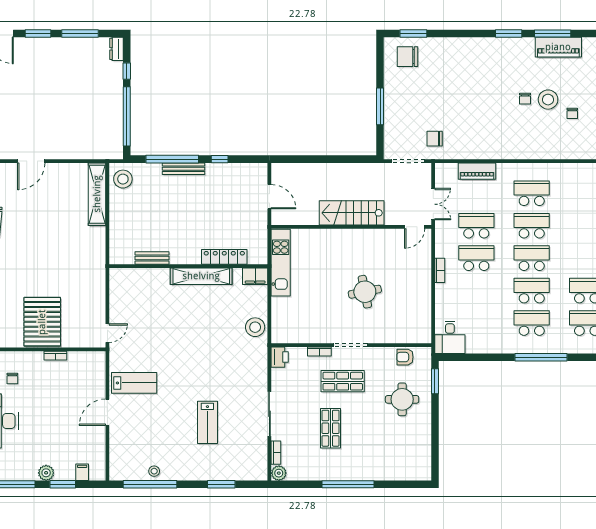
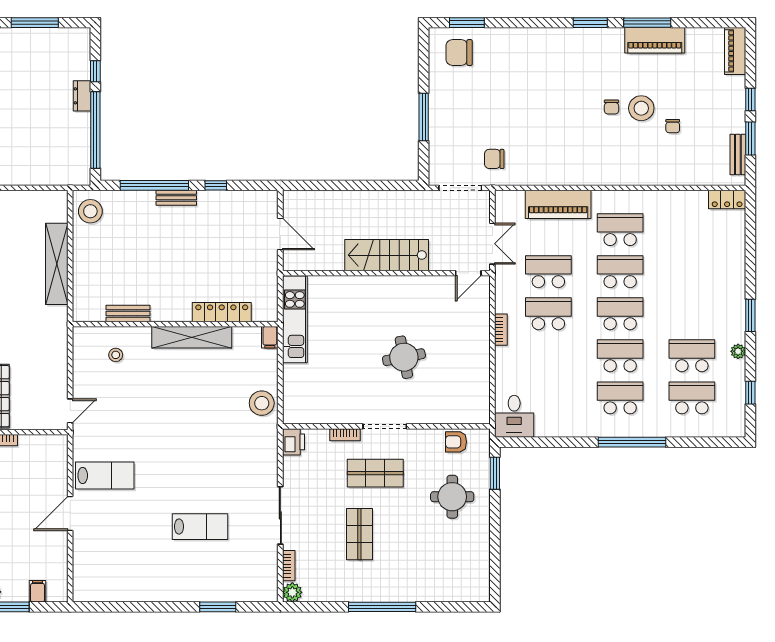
dresser: (116, 49) -> (82, 96), moved
bench: (183, 169) -> (176, 198), width x0.73
piano: (477, 171) -> (558, 204), width x1.37, depth x1.33
shelving: (97, 194) -> (57, 264), moved
filing cabinet: (255, 276) -> (270, 337), width x0.50
lab bench: (207, 422) -> (200, 527), turned -90
stool: (154, 471) -> (116, 355), moved
window: (150, 484) -> (125, 607), removed

